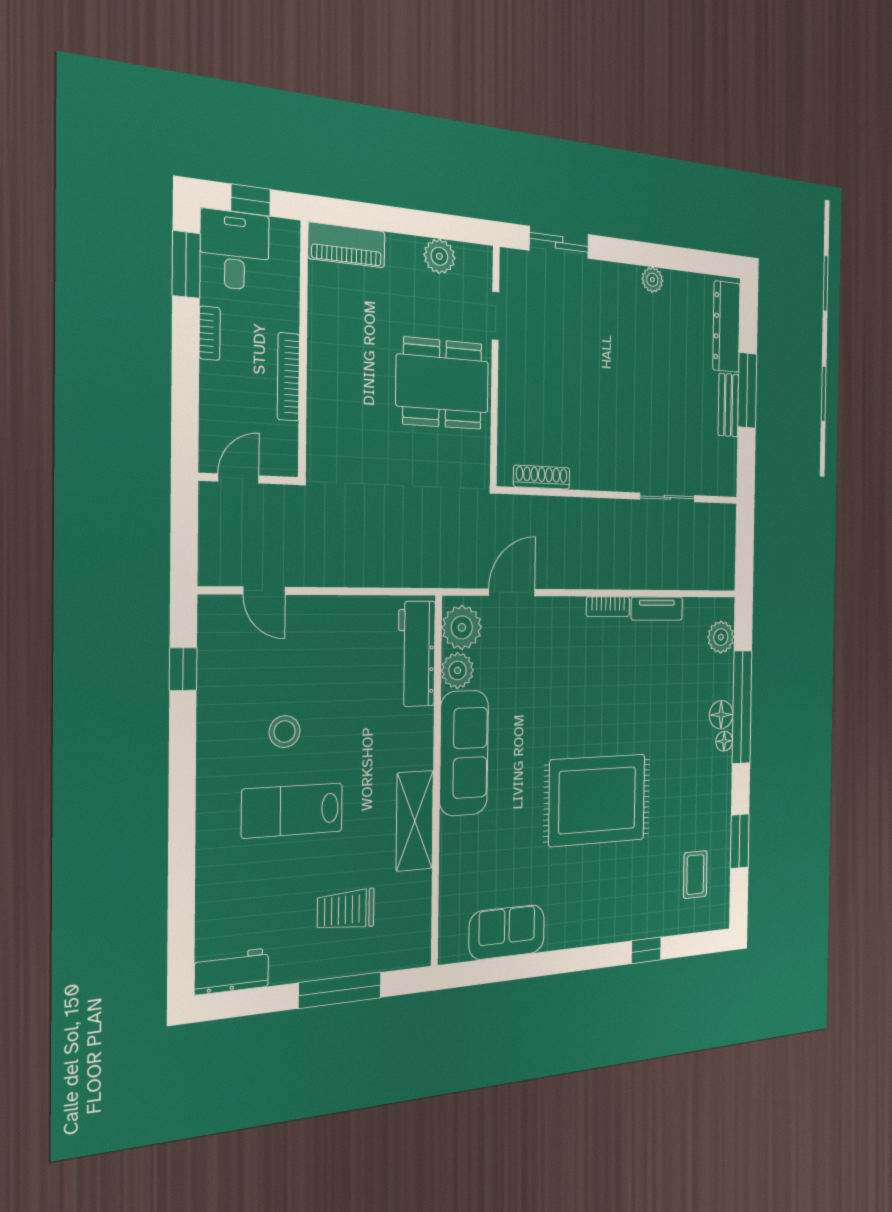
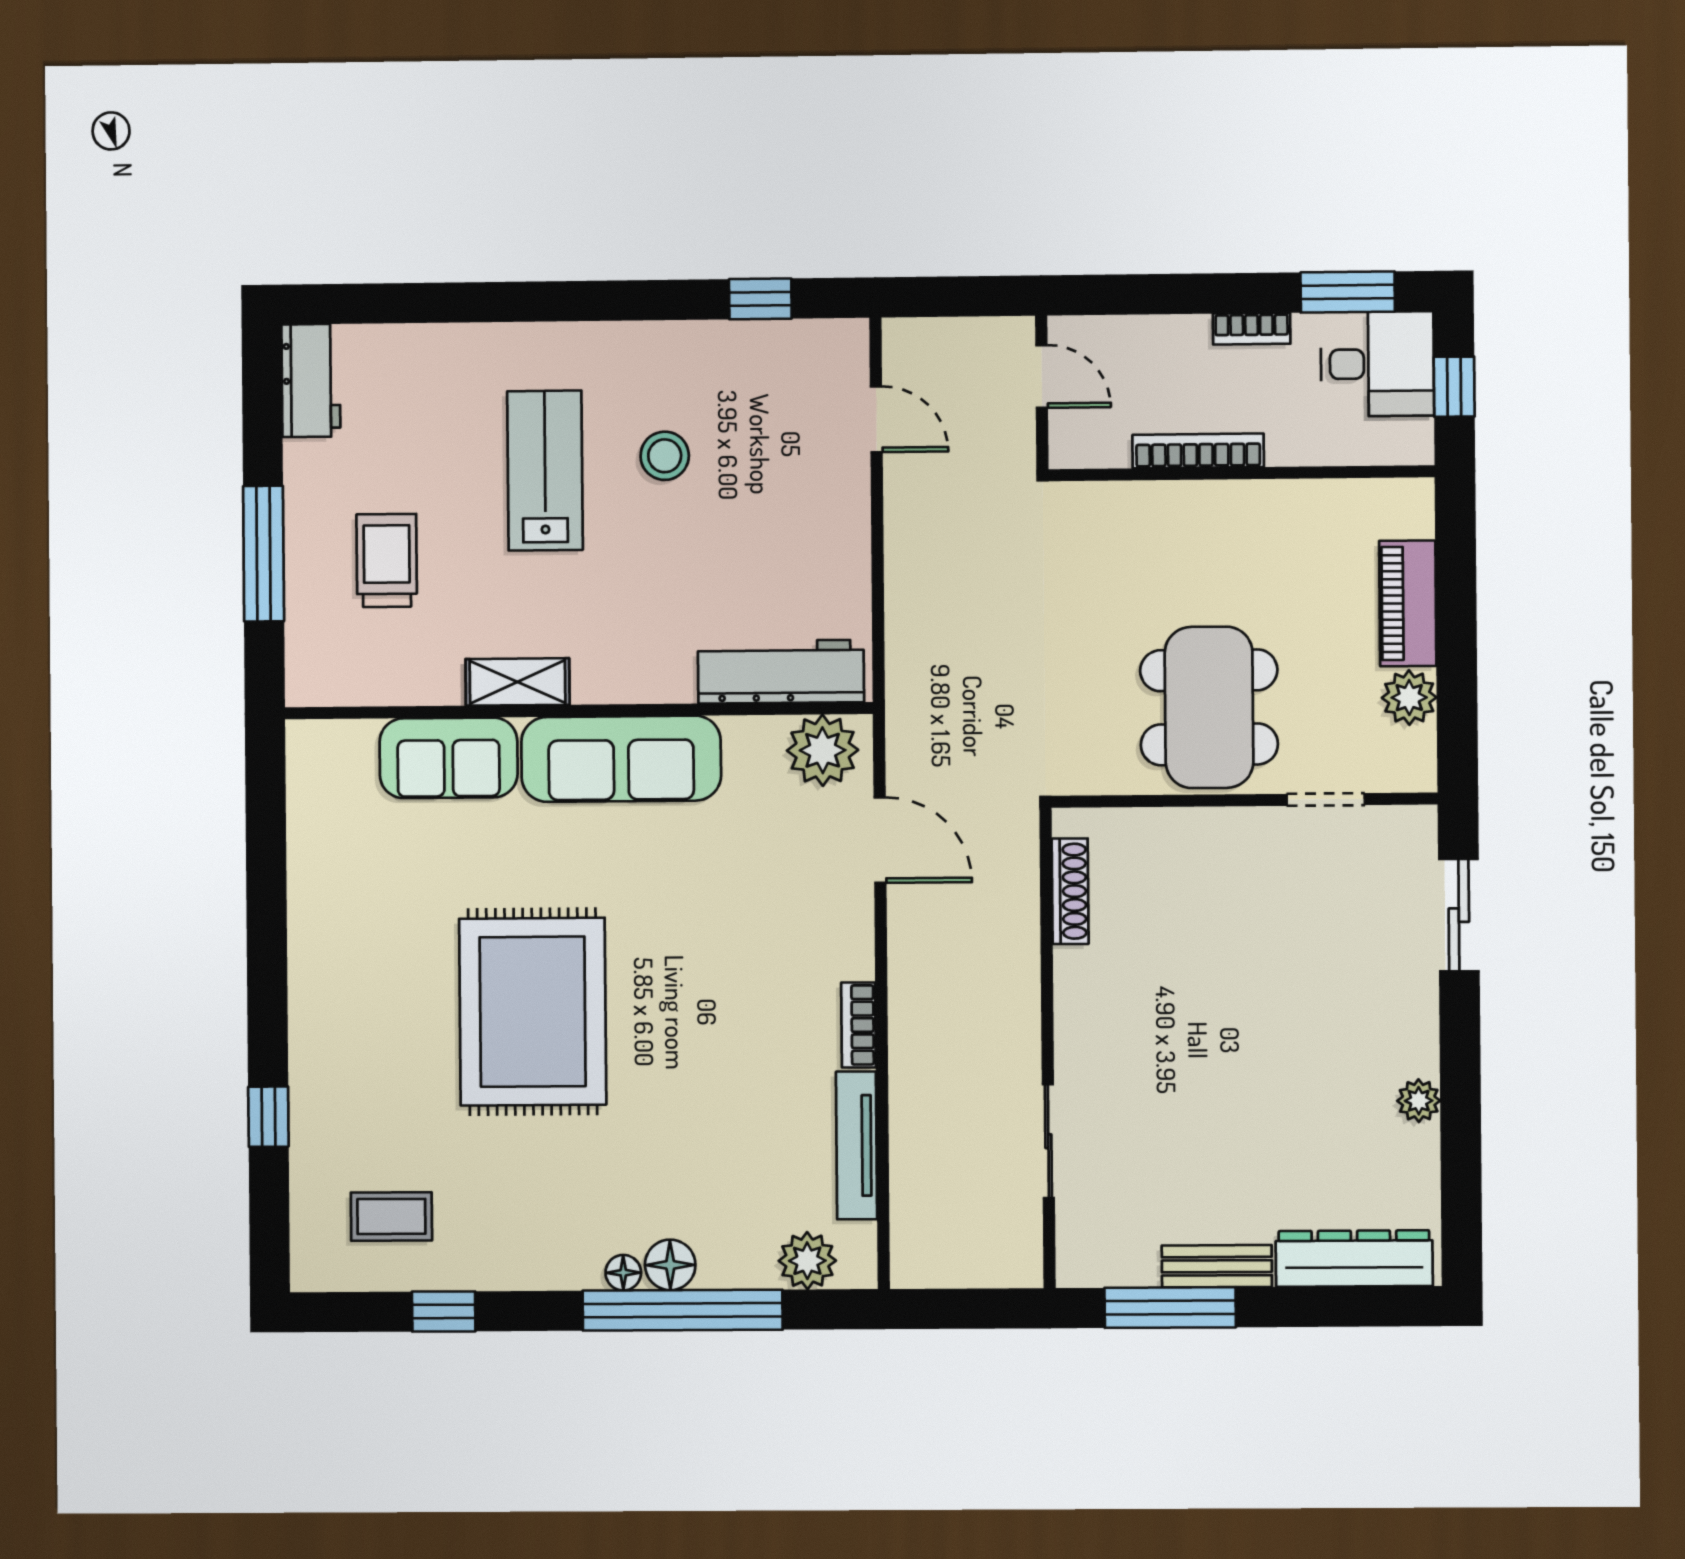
piano: (347, 245) -> (1408, 603), moved
window: (747, 390) -> (1170, 1308), moved
door: (264, 591) -> (876, 419), swing flipped
tv unit: (657, 609) -> (857, 1145), width x1.41
plant: (458, 670) -> (754, 744), removed
shelving: (415, 821) -> (517, 682), width x0.67, depth x0.75
window: (740, 841) -> (444, 1311), width x0.67
sofa: (507, 932) -> (449, 758), moved, turned 90

